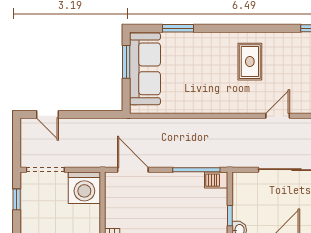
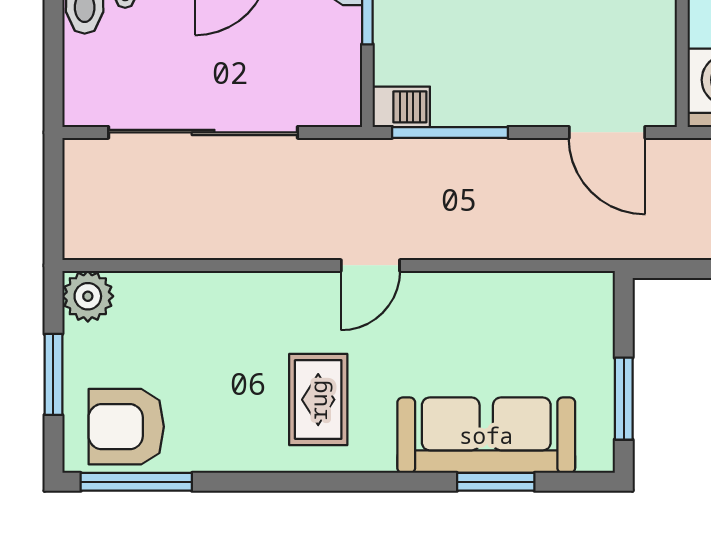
sofa: (145, 69) -> (486, 435), moved, turned 90
door: (278, 116) -> (370, 265), moved

